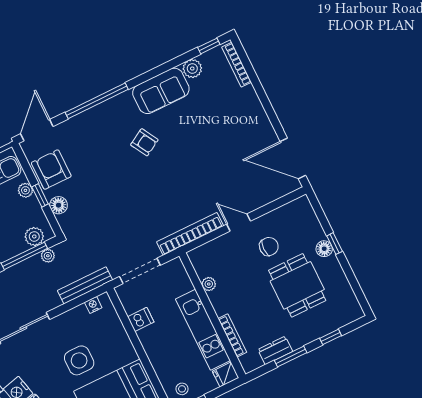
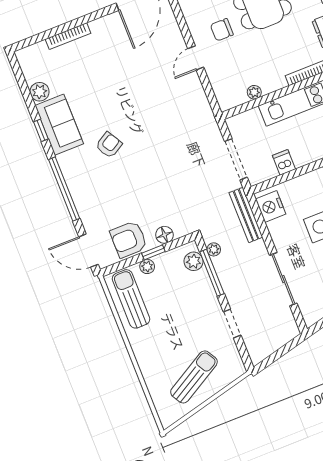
window: (209, 46) -> (41, 130), moved
bookcase: (237, 65) -> (68, 36), moved
bookcase: (190, 234) -> (203, 107), removed
chair: (269, 247) -> (222, 30), turned -90
nightstand: (93, 305) -> (271, 206), width x1.89, depth x1.79

